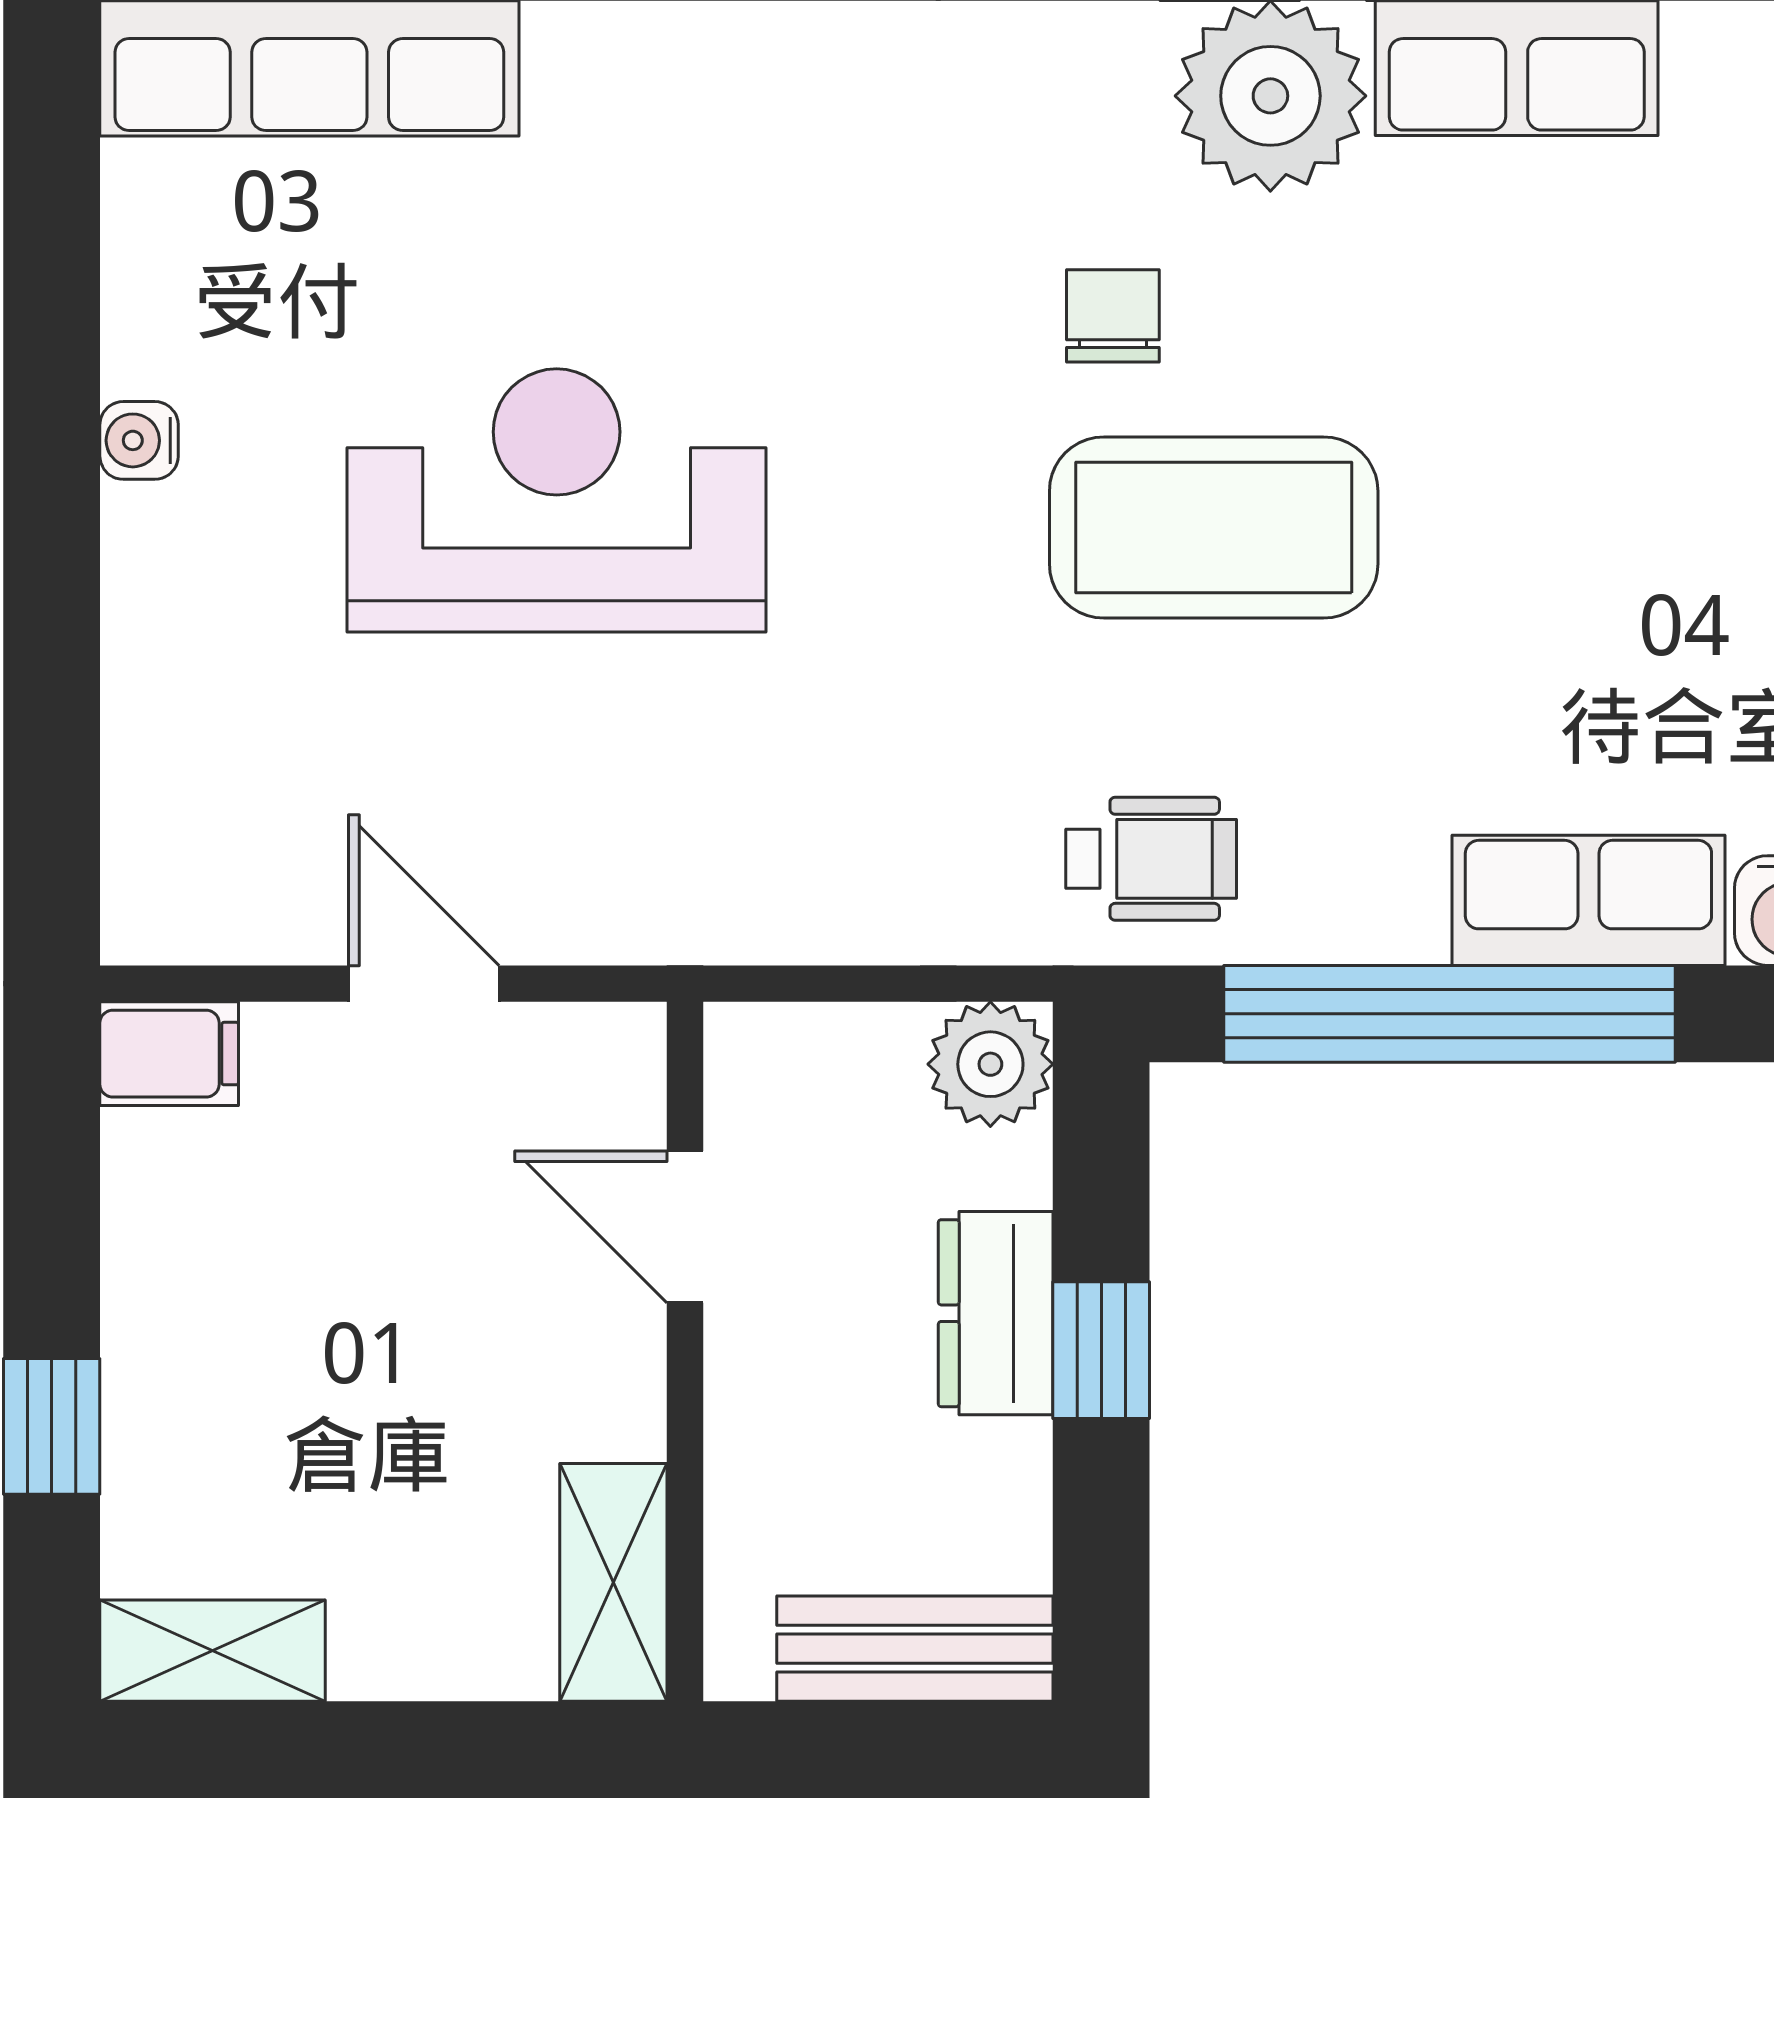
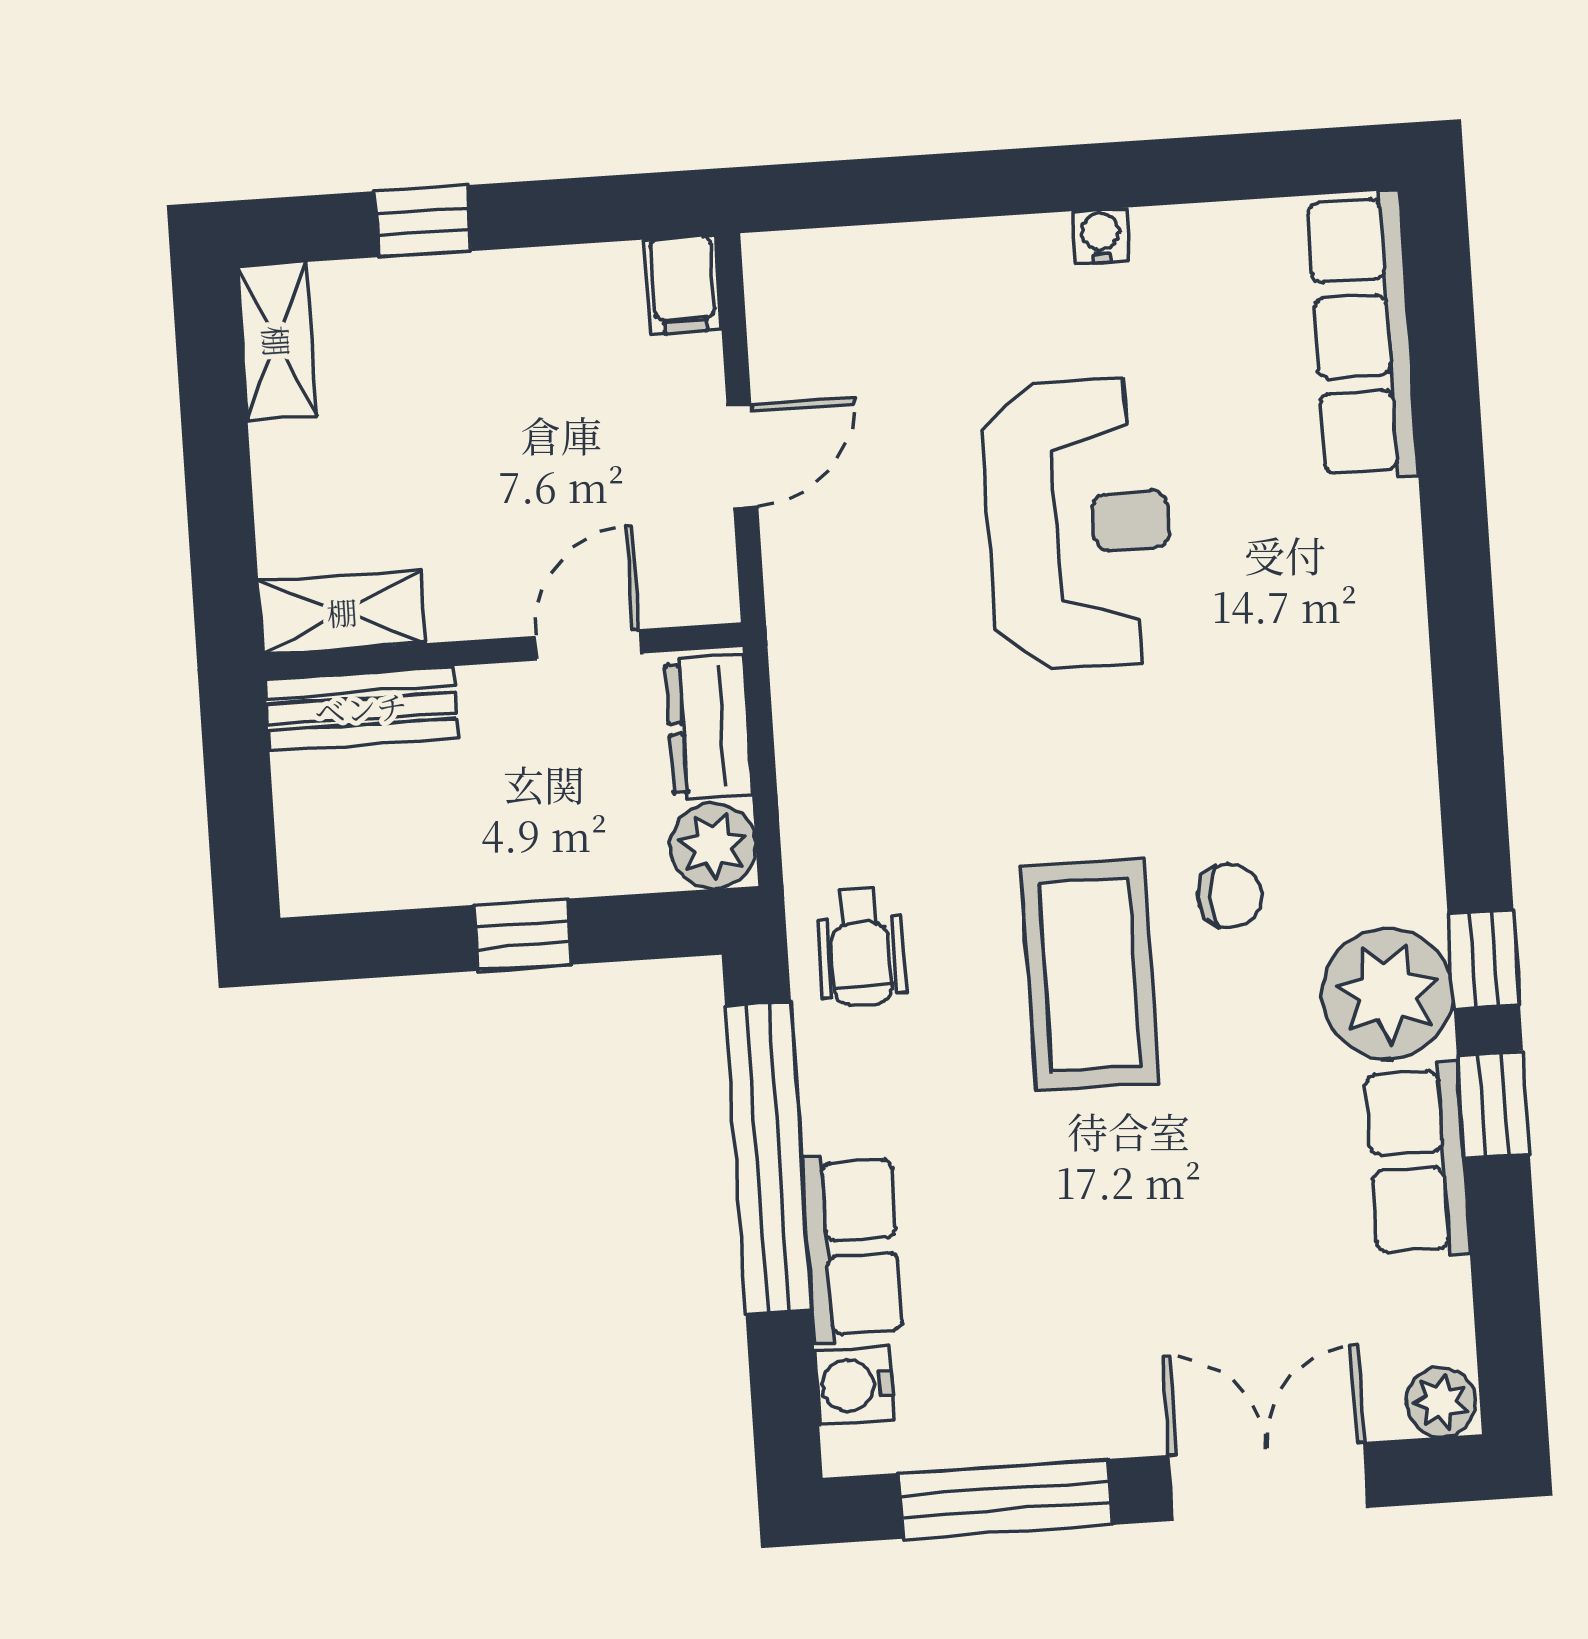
dresser: (996, 1313) -> (709, 727), moved, turned -90
bench: (915, 1649) -> (361, 708), moved, turned 90

